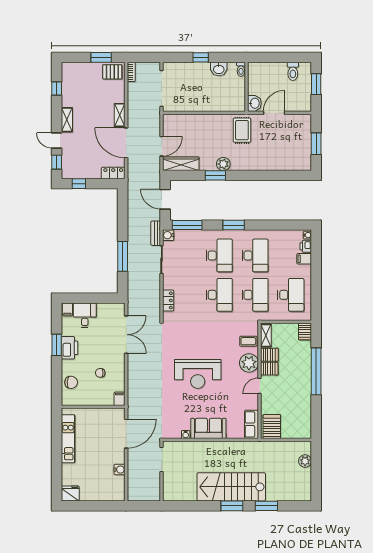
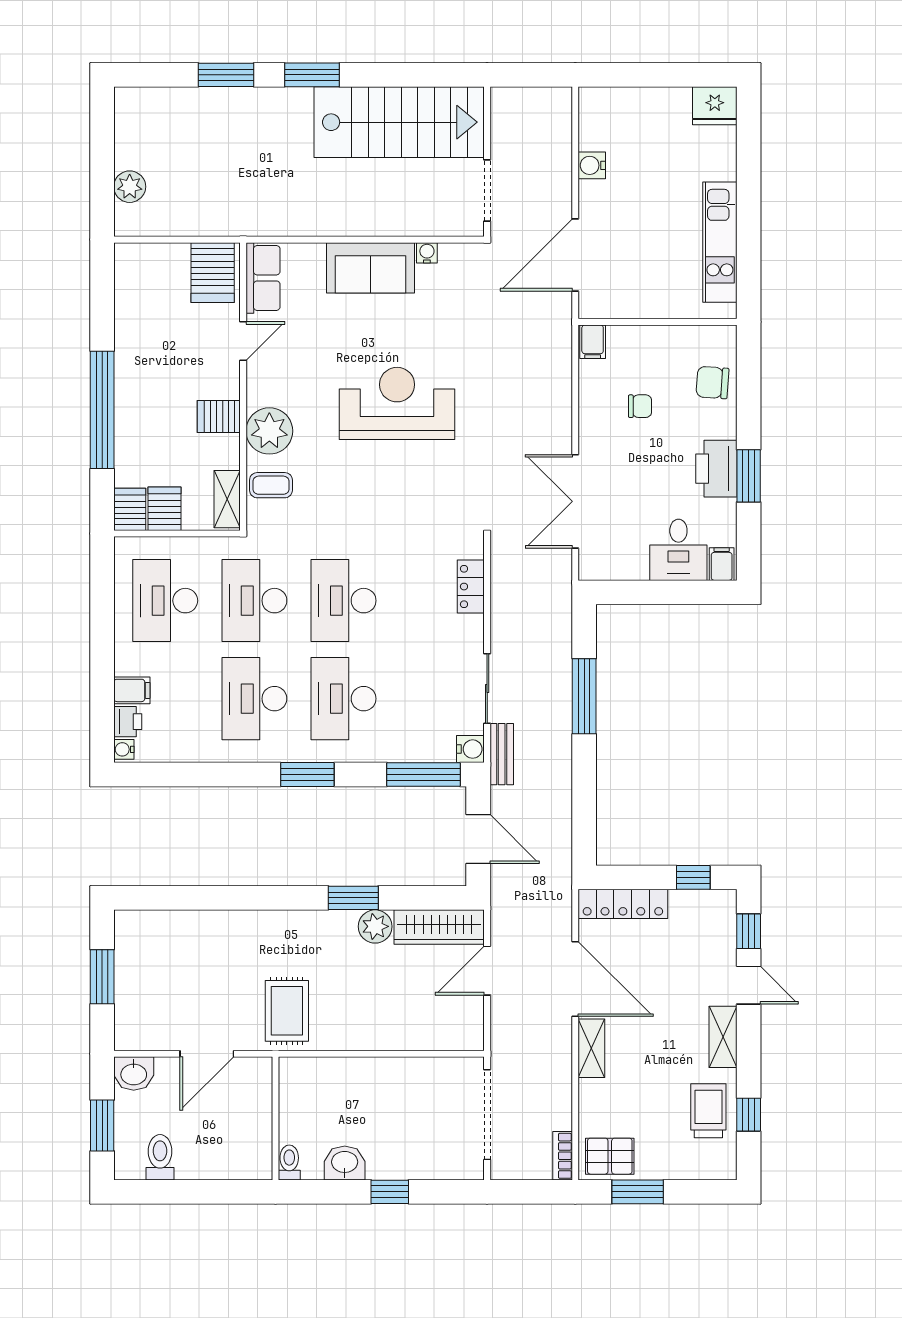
trolley: (73, 90) -> (708, 1111), added
washbasin: (254, 103) -> (134, 1074), moved, turned -90
plant: (223, 164) -> (375, 926), moved
locker: (113, 173) -> (623, 904), width x1.53
server rack: (269, 355) -> (164, 509), moved, turned 90
door: (260, 386) -> (243, 341), moved
stairs: (231, 487) -> (399, 122), moved

